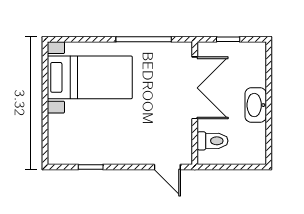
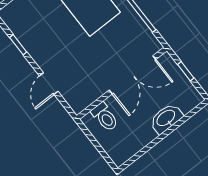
washbasin: (256, 105) -> (166, 118), moved
door: (167, 167) -> (49, 84), moved

